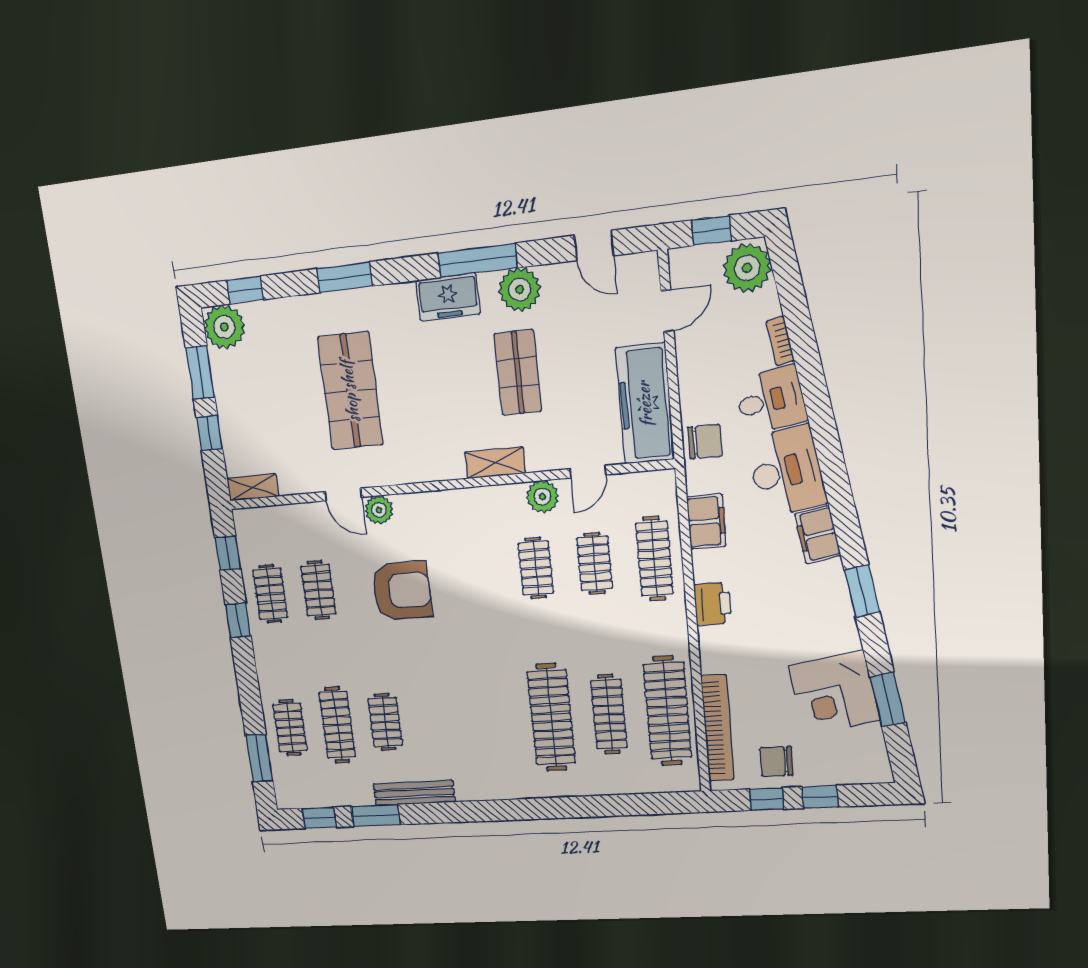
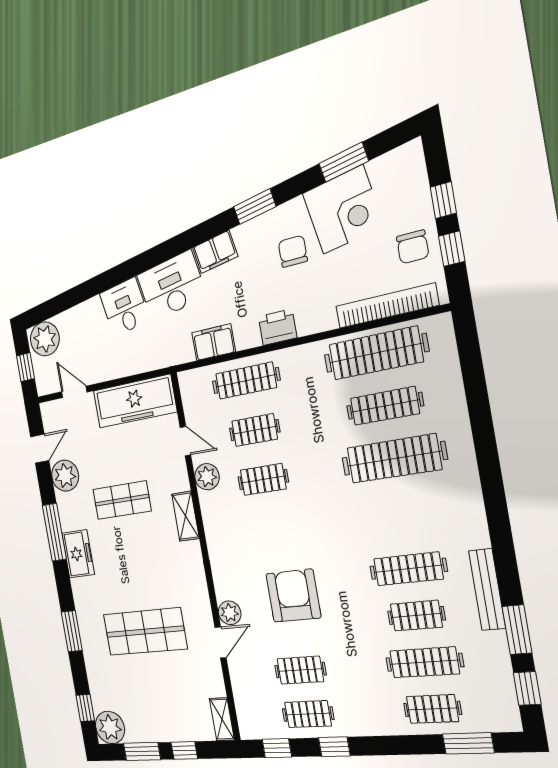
plant: (520, 289) -> (65, 476), moved
bookcase: (780, 341) -> (86, 307), removed
chair: (705, 442) -> (293, 251), moved
clothes rail: (434, 719) -> (408, 569), added

